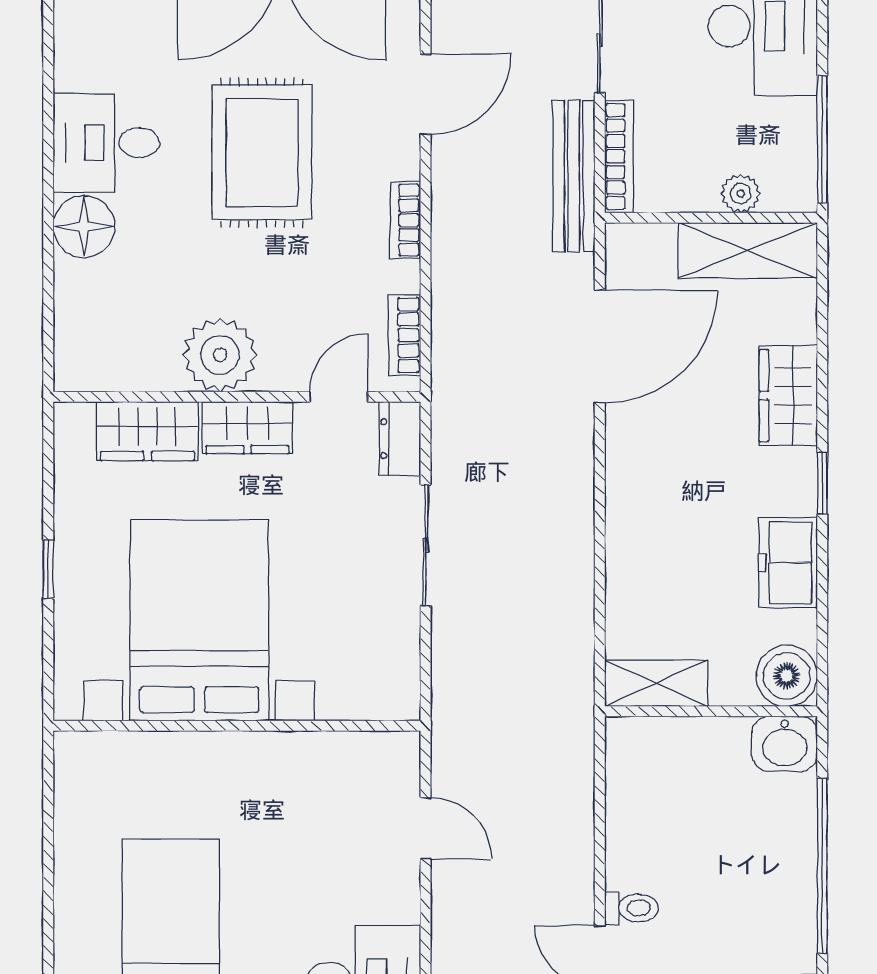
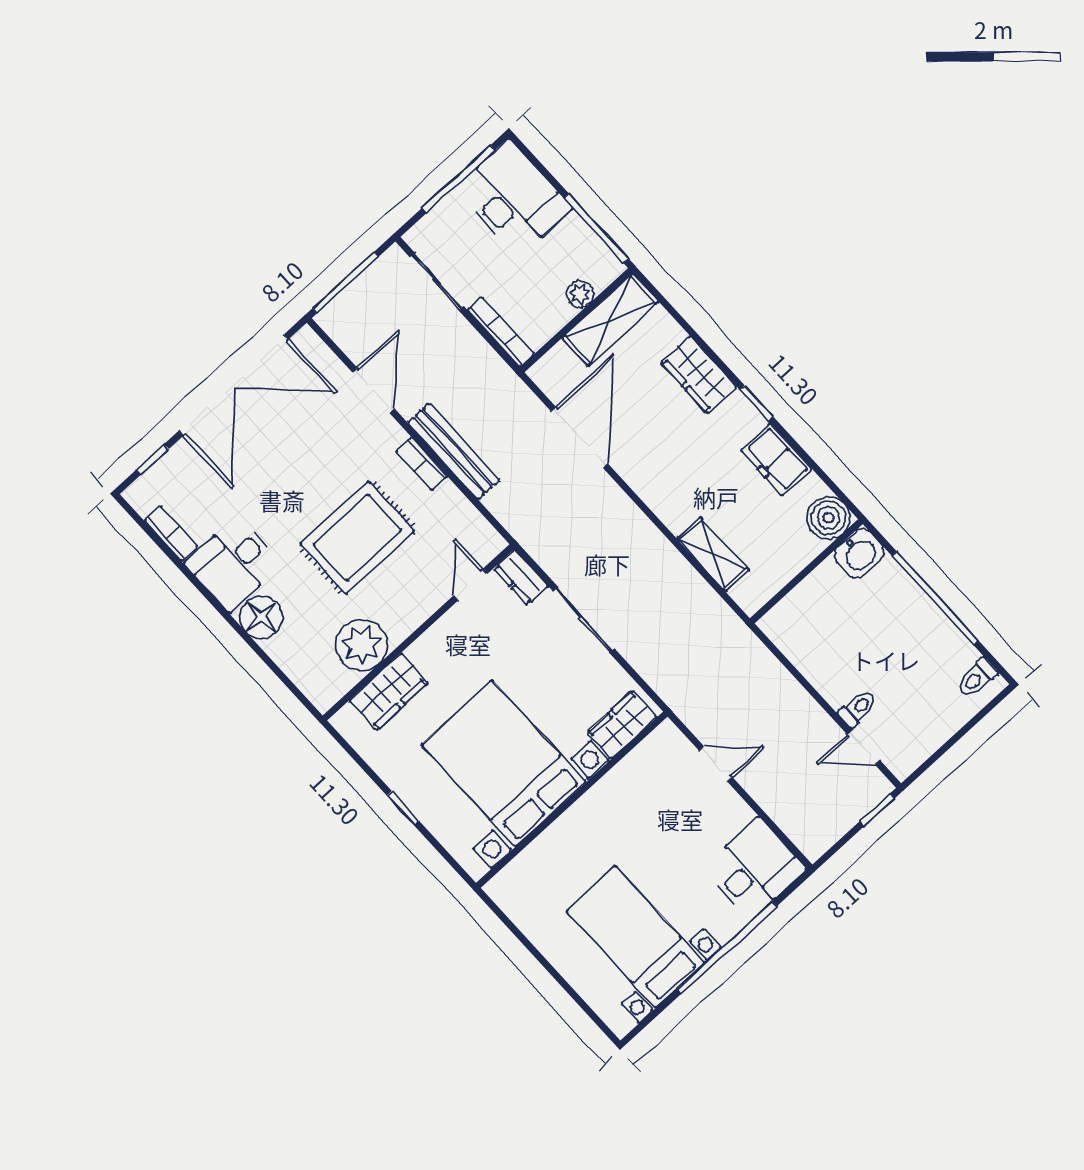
rug: (262, 153) -> (357, 538), moved, turned 90
bench: (574, 176) -> (454, 451), moved
bookcase: (405, 335) -> (171, 534), moved, turned 180
plant: (220, 355) -> (362, 645), moved
wardrobe: (247, 428) -> (622, 725), moved, turned 180
shelving: (656, 683) -> (713, 554), moved, turned 90

